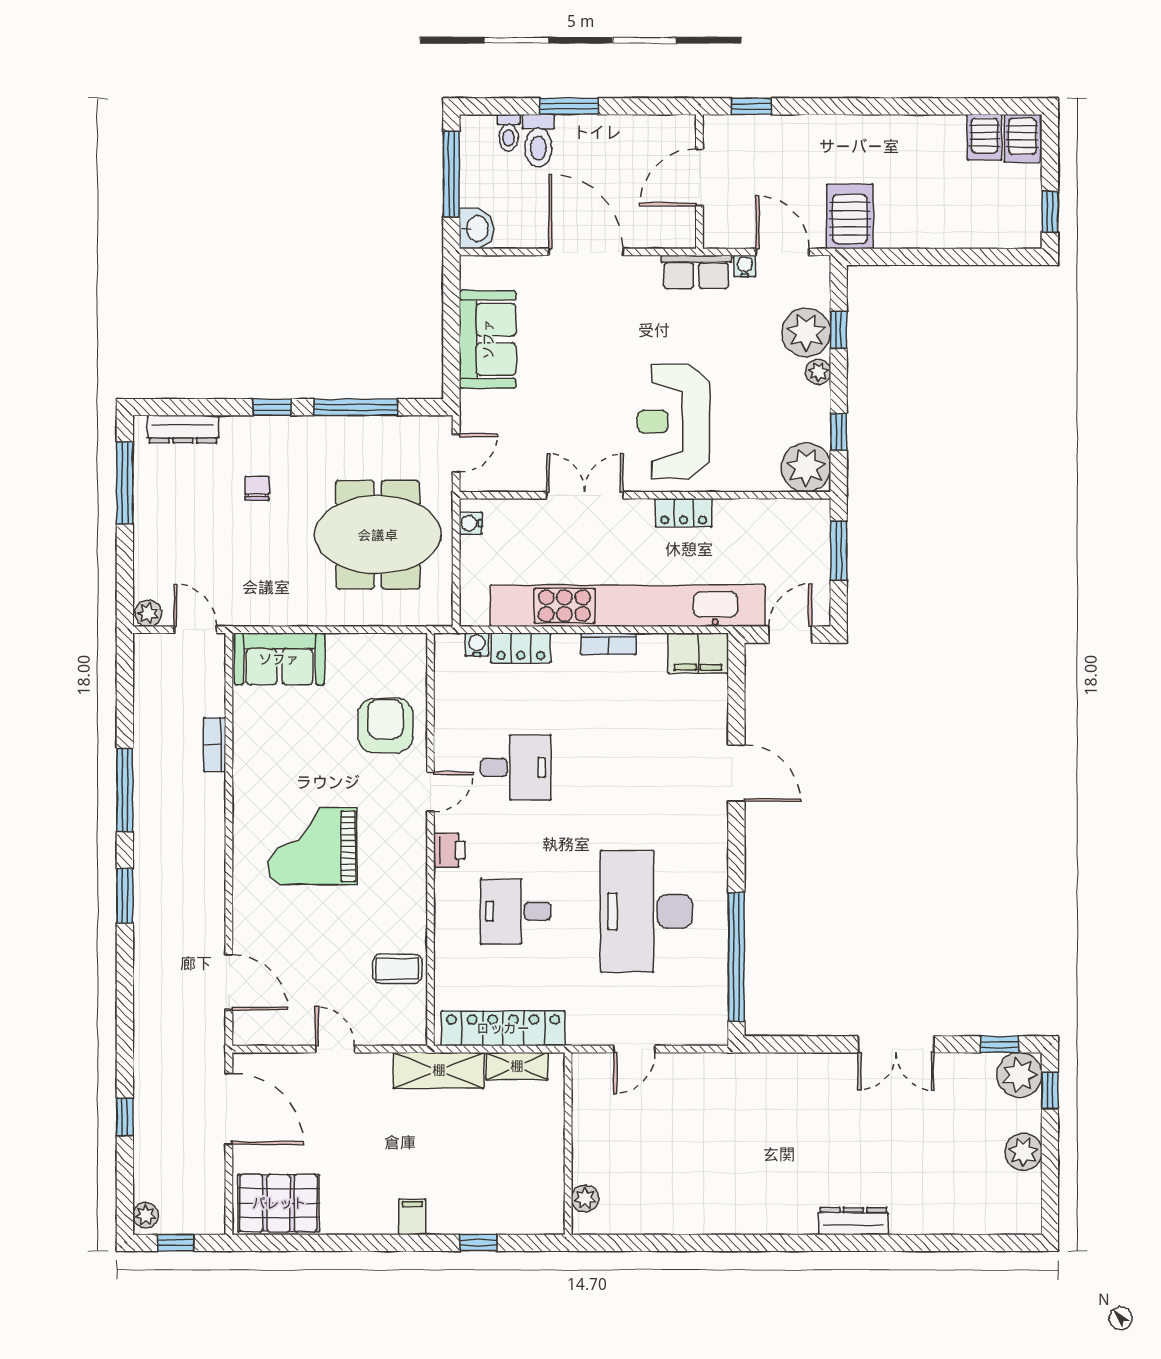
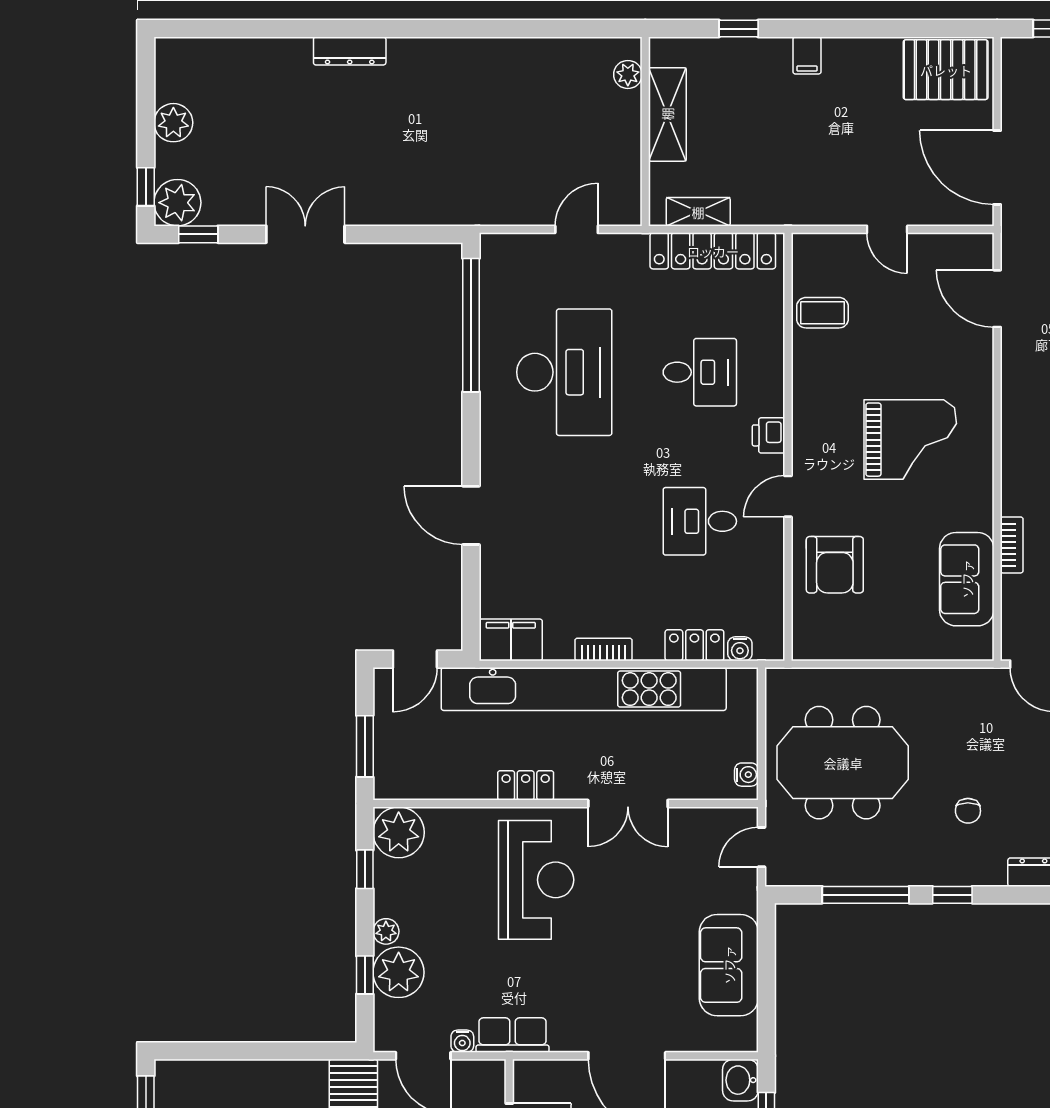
sofa: (279, 659) -> (967, 579), moved, turned -90
shelving: (439, 1070) -> (667, 114), moved, turned 90

